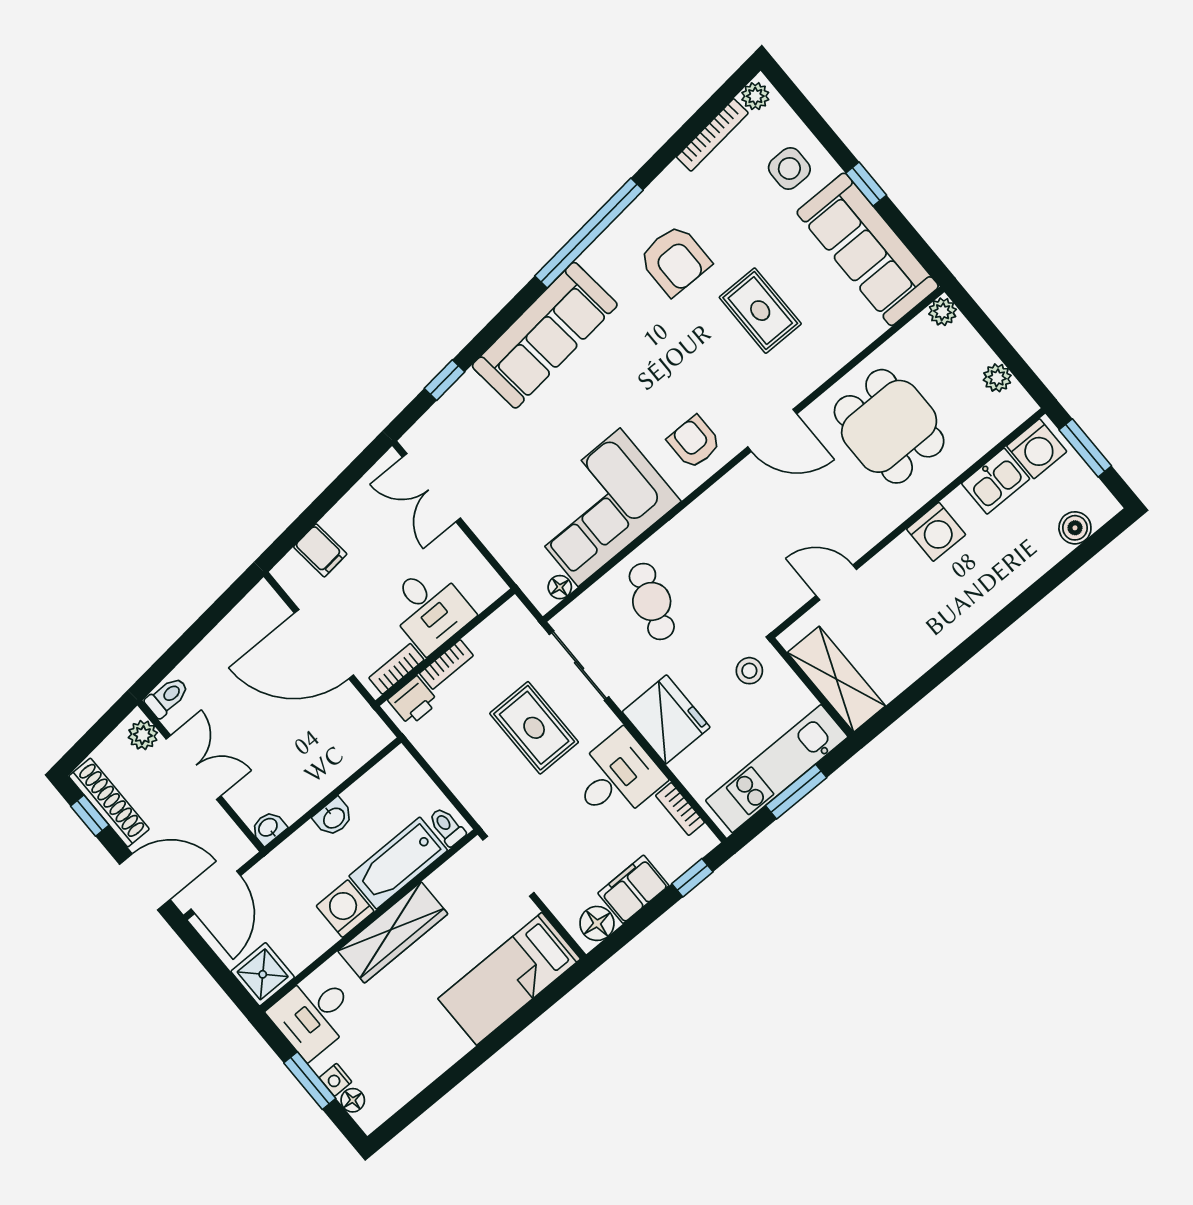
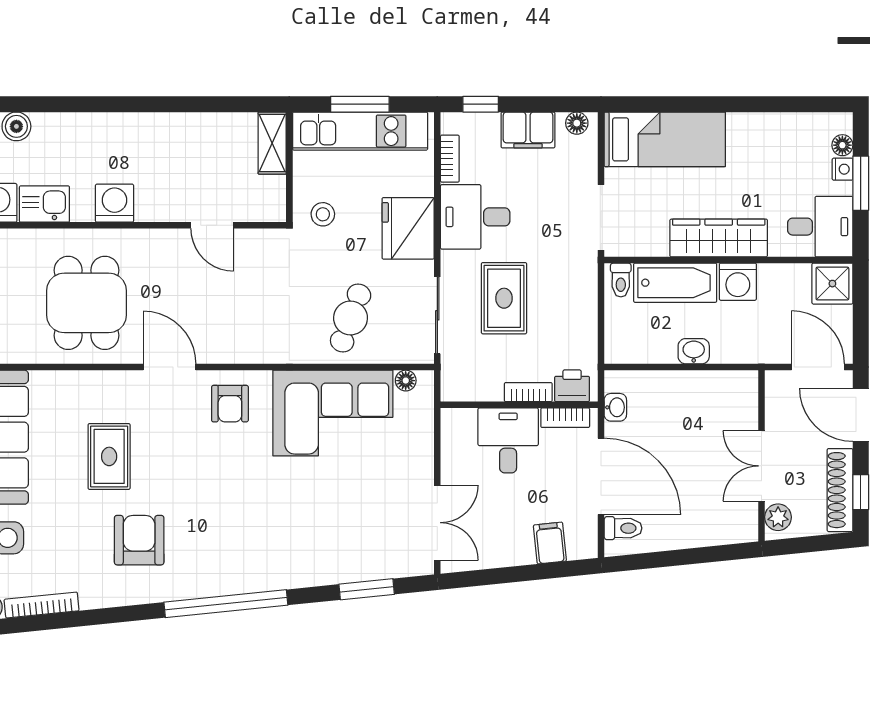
window: (589, 233) -> (226, 604), moved
sofa: (545, 335) -> (272, 563), removed
window: (445, 380) -> (367, 589), width x1.50
shelving: (836, 679) -> (272, 143), width x0.67, depth x0.75
toilet: (167, 697) -> (623, 528), moved, turned 180
washbasin: (268, 828) -> (615, 407), moved, turned -90
door: (216, 892) -> (818, 367), hinge flipped
floor lamp: (597, 923) -> (577, 123), width x0.73, depth x0.73

